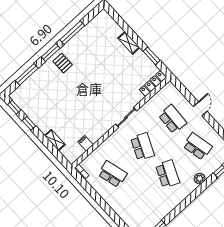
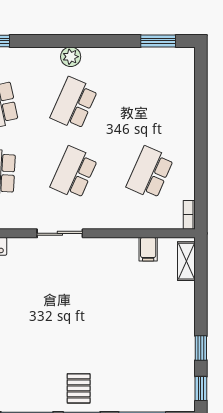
shelving: (55, 140) -> (186, 261), moved
school desk: (112, 174) -> (150, 173), turned 39
plant: (200, 179) -> (71, 57), moved

